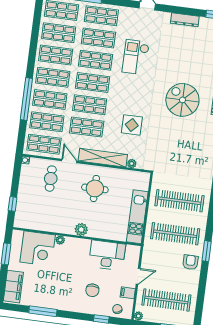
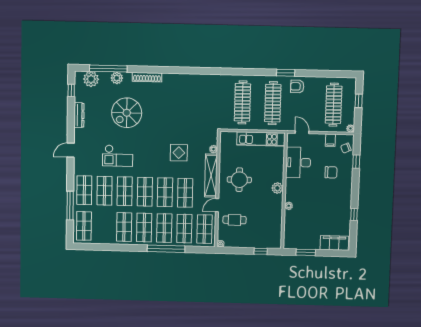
shop shelf: (59, 33) -> (104, 226), removed
spiral stairs: (182, 100) -> (127, 113), moved
corner desk: (38, 248) -> (298, 225), removed
door: (138, 276) -> (302, 132), moved
window: (43, 311) -> (354, 214), width x0.46

